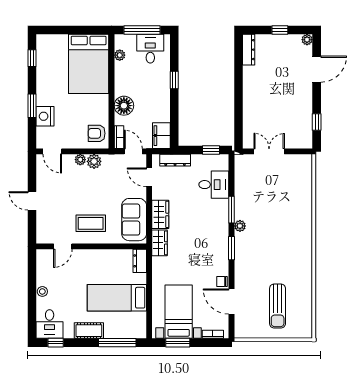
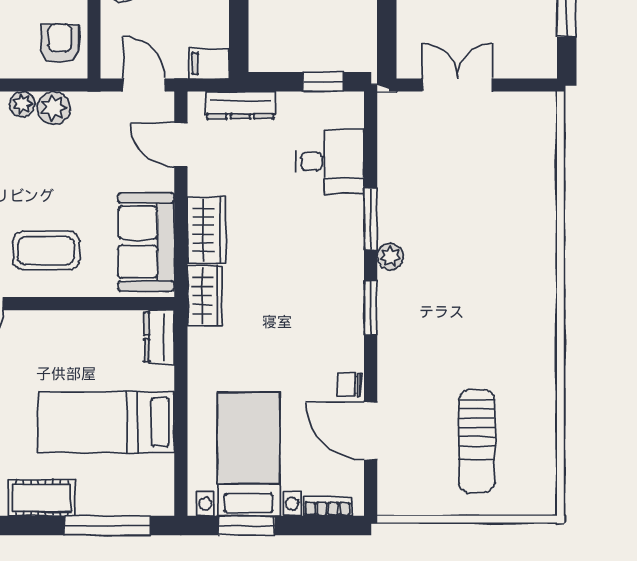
armchair: (97, 133) -> (60, 43), turned 90
filing cabinet: (161, 136) -> (209, 64), width x0.50
bookcase: (119, 137) -> (111, 52), removed

